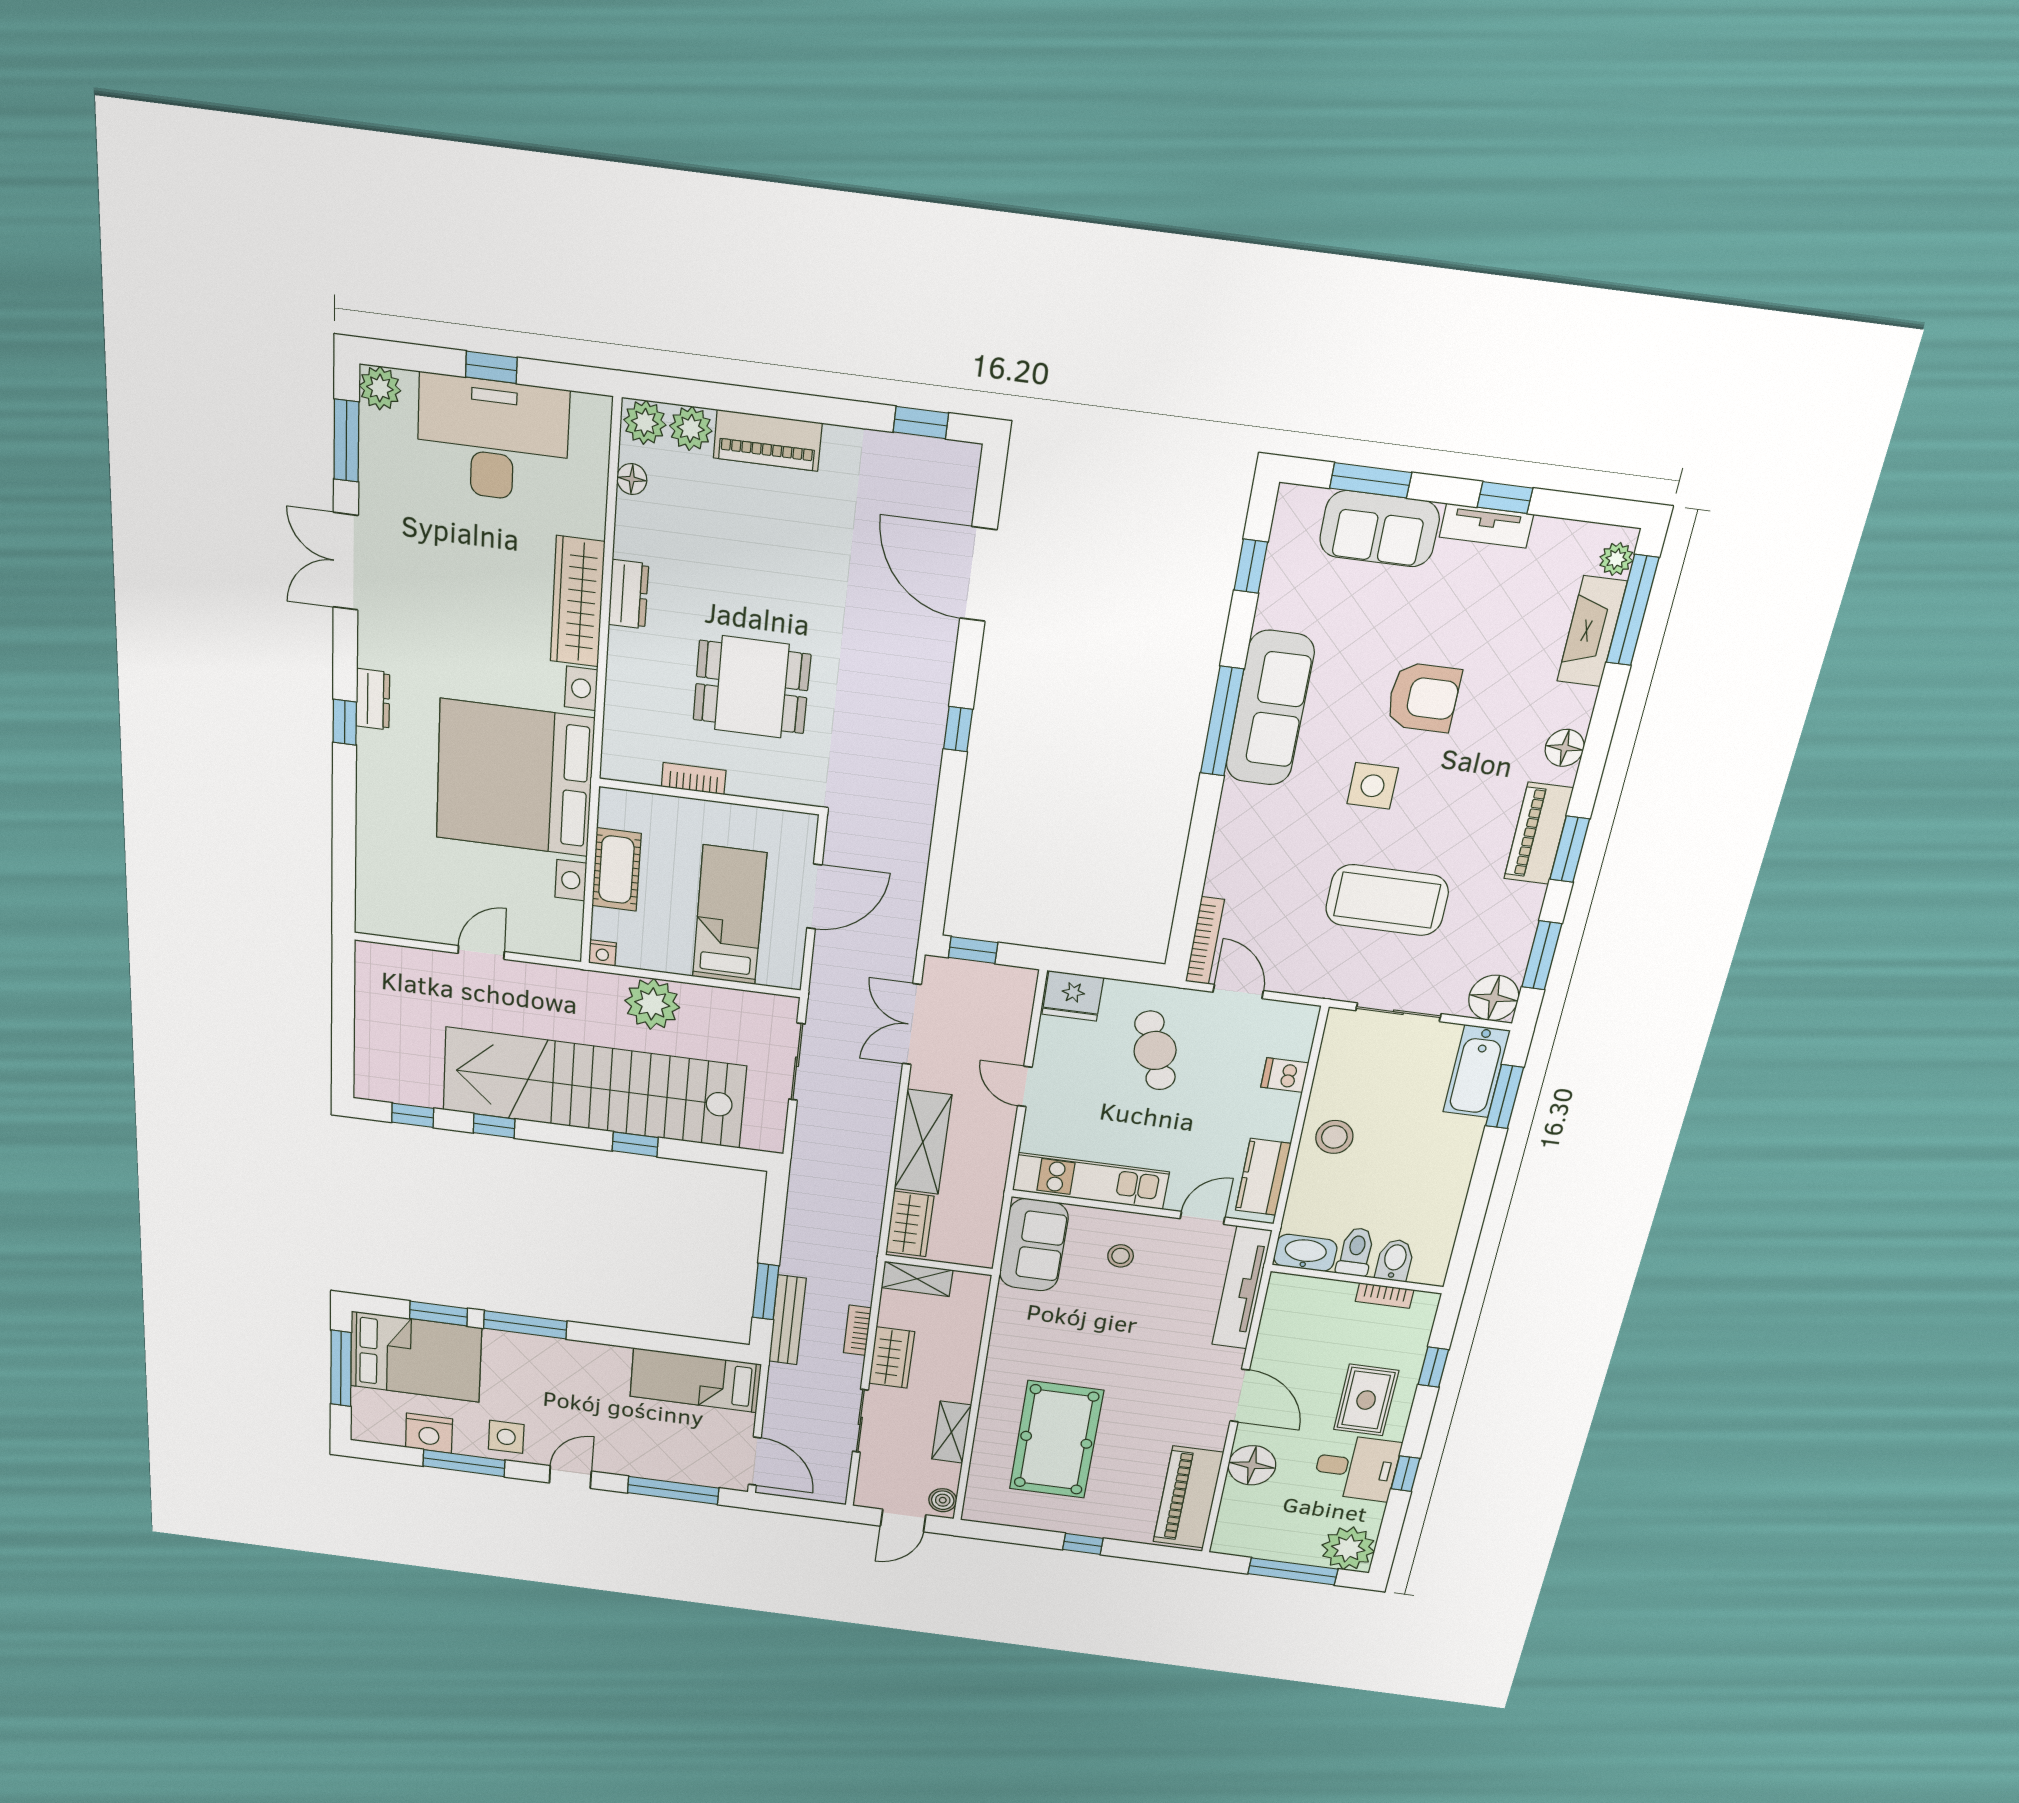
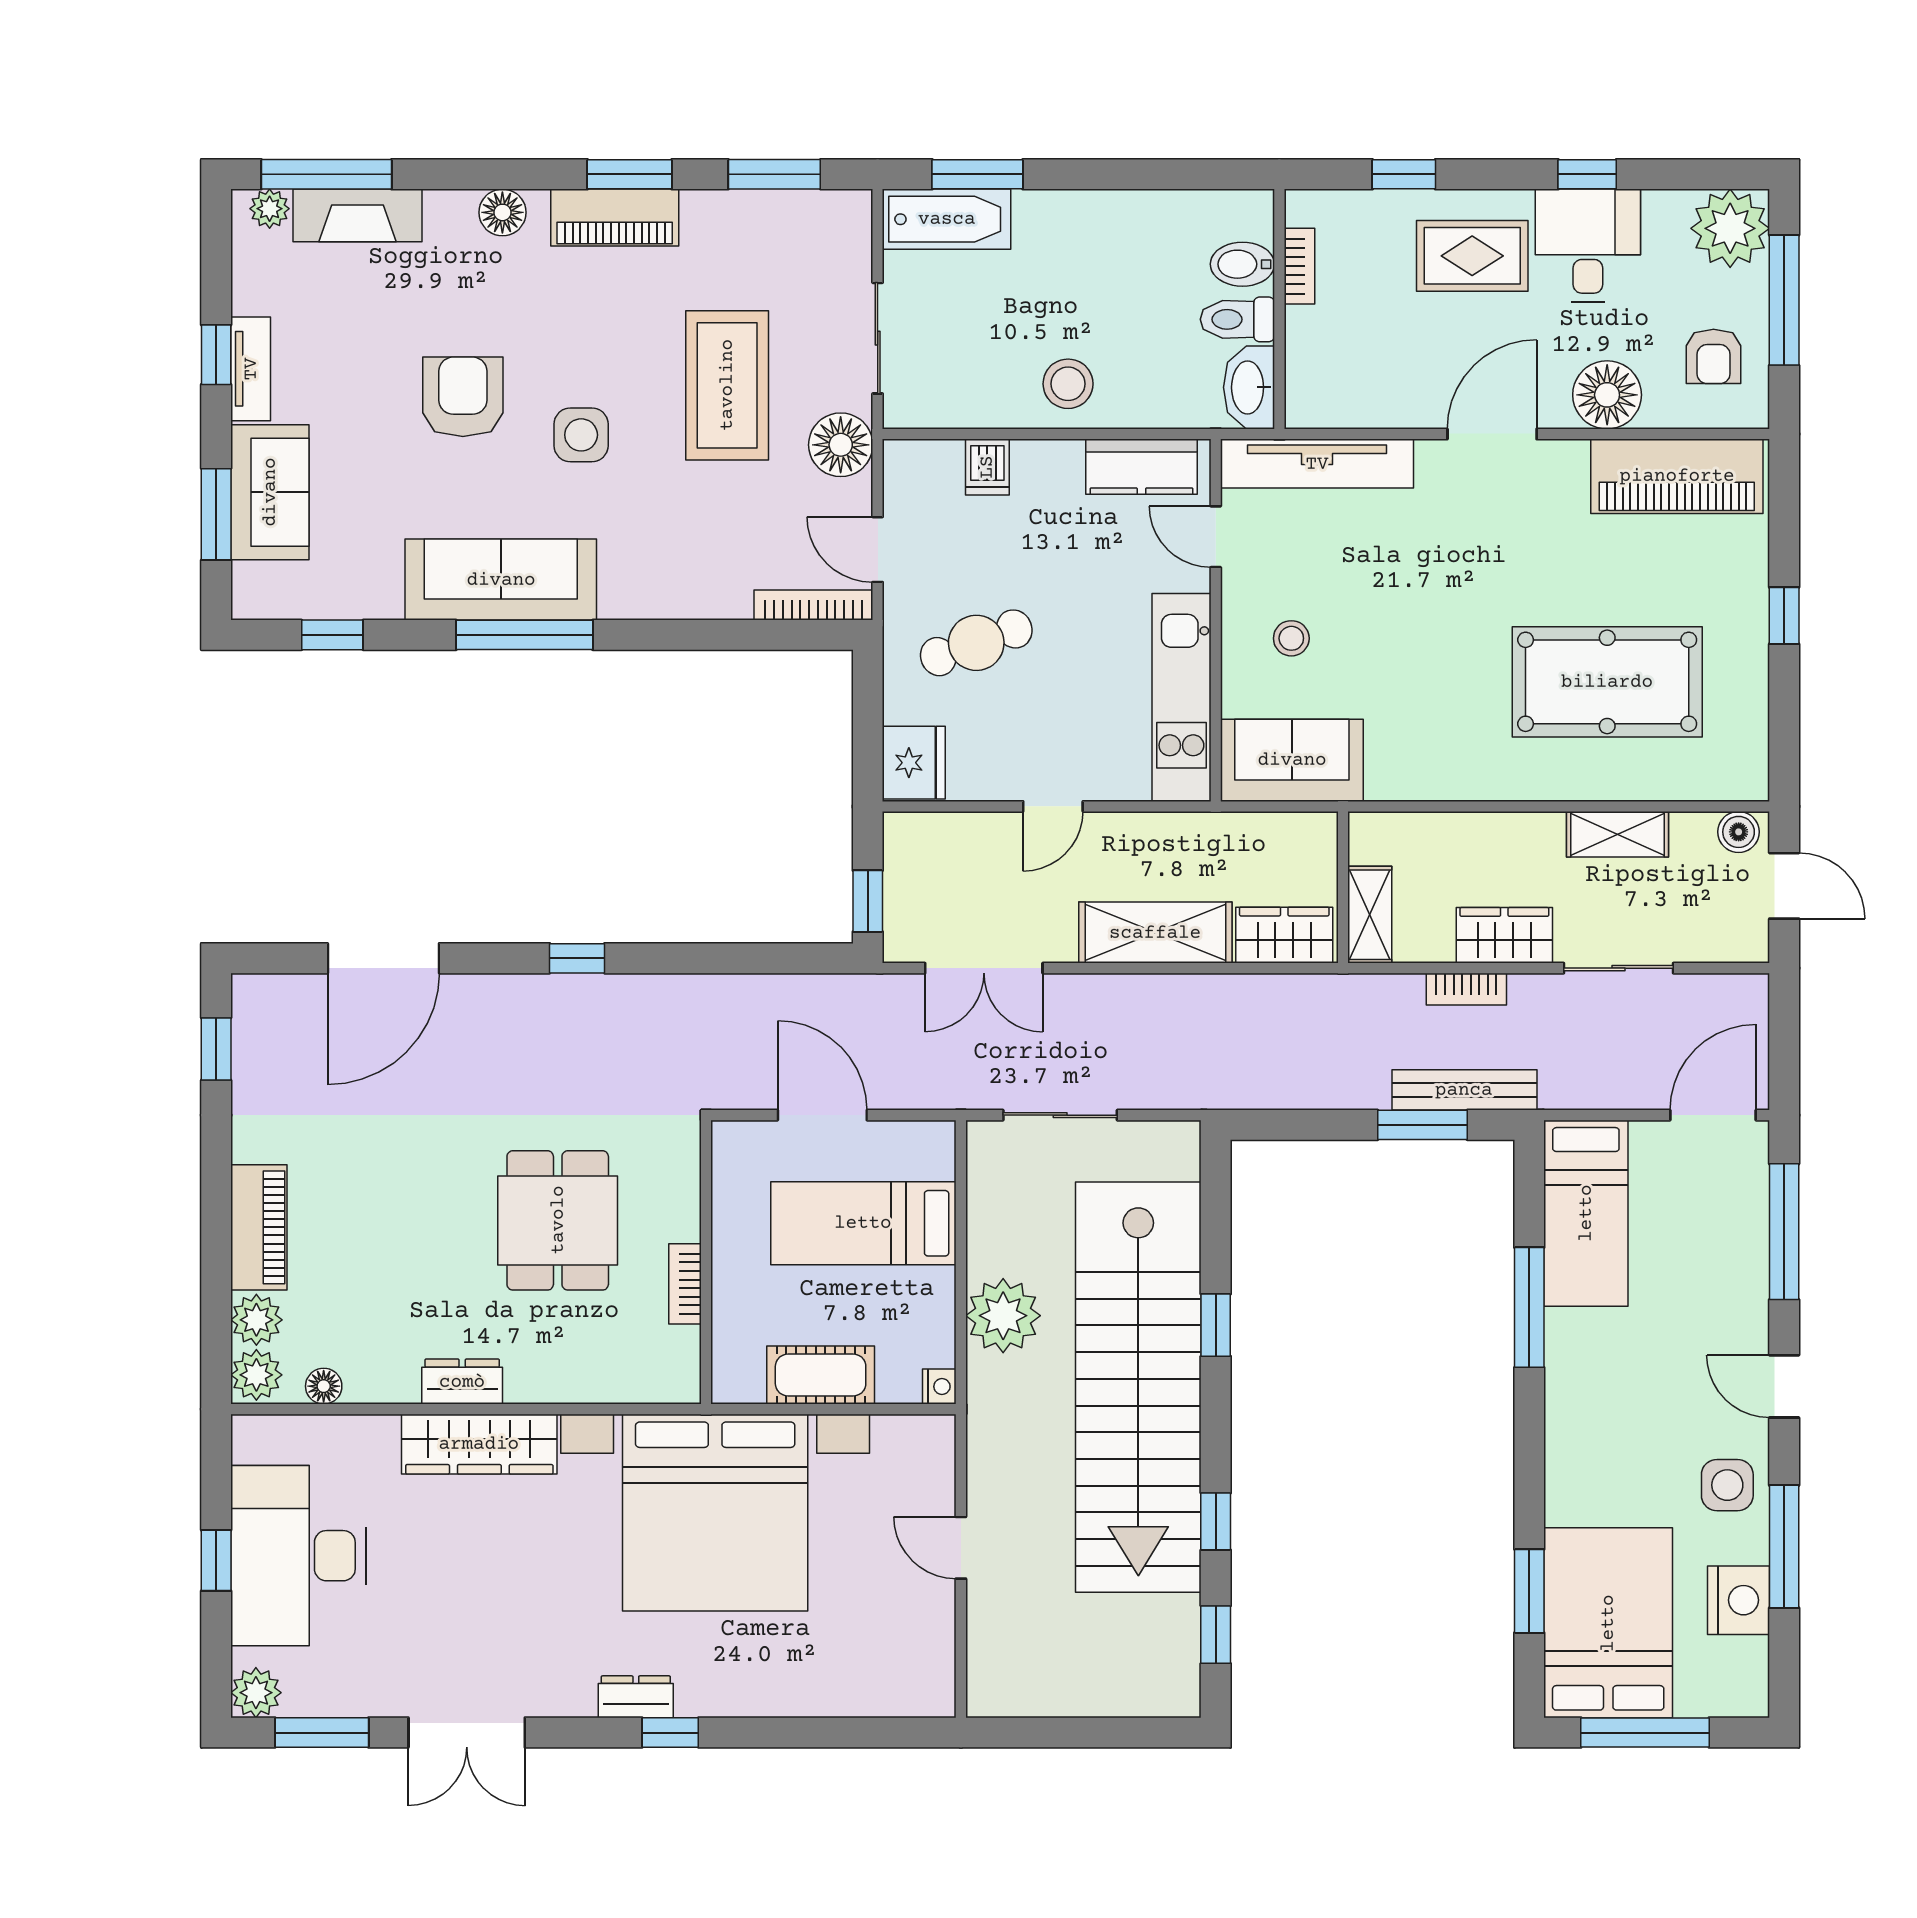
door: (1238, 991) -> (878, 550), hinge flipped
floor lamp: (1494, 998) -> (841, 445), moved
window: (525, 1325) -> (1529, 1307), moved
armchair: (1264, 1528) -> (1714, 356), added

